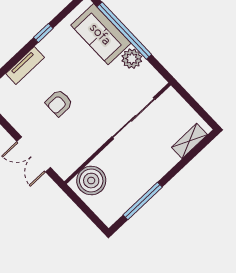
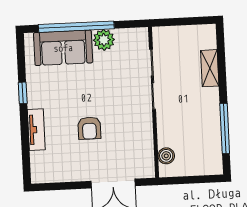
shelving: (189, 141) -> (210, 68), moved
boiler: (91, 181) -> (166, 156), width x0.54, depth x0.54

